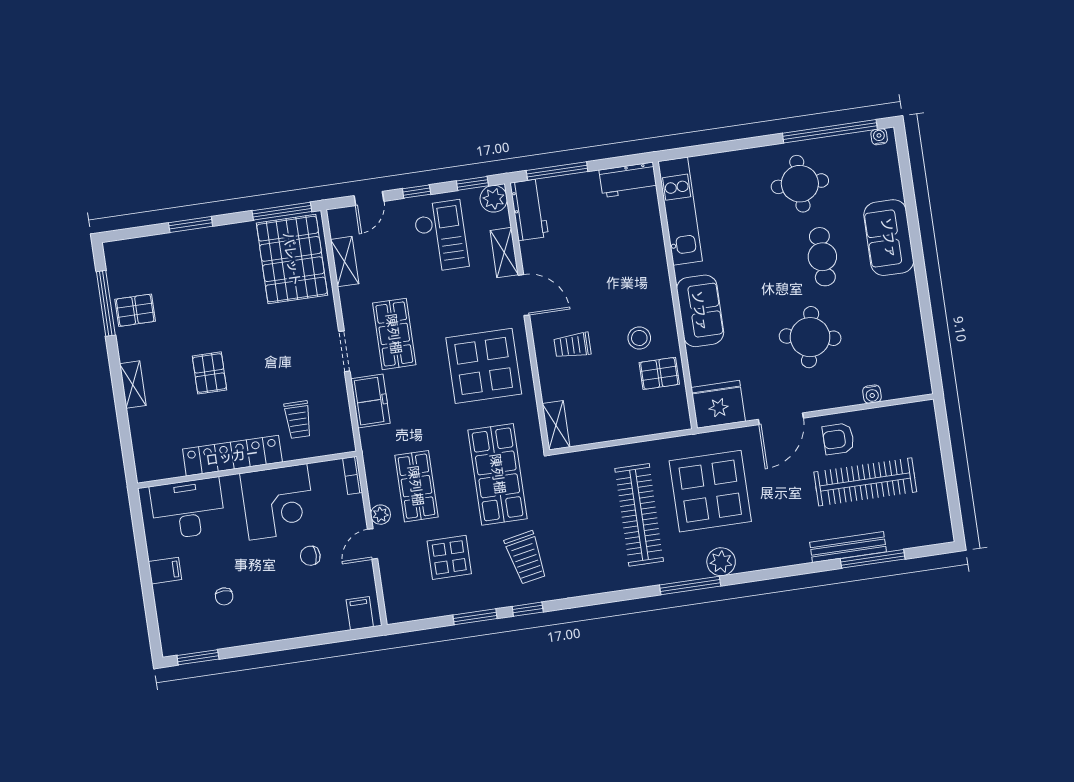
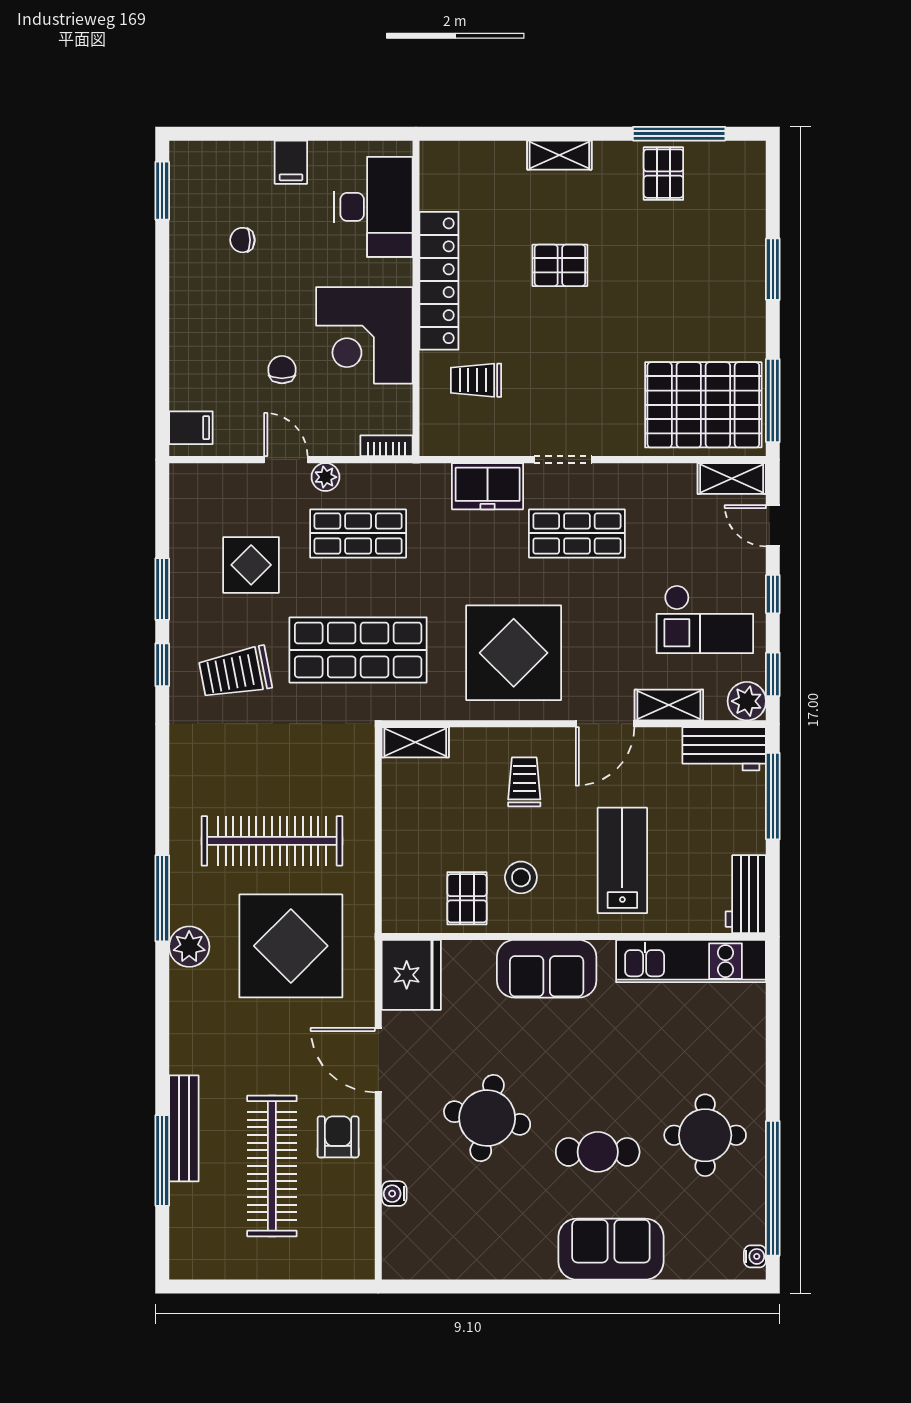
shelving: (345, 262) -> (732, 478), moved
lab bench: (617, 269) -> (622, 860), added

